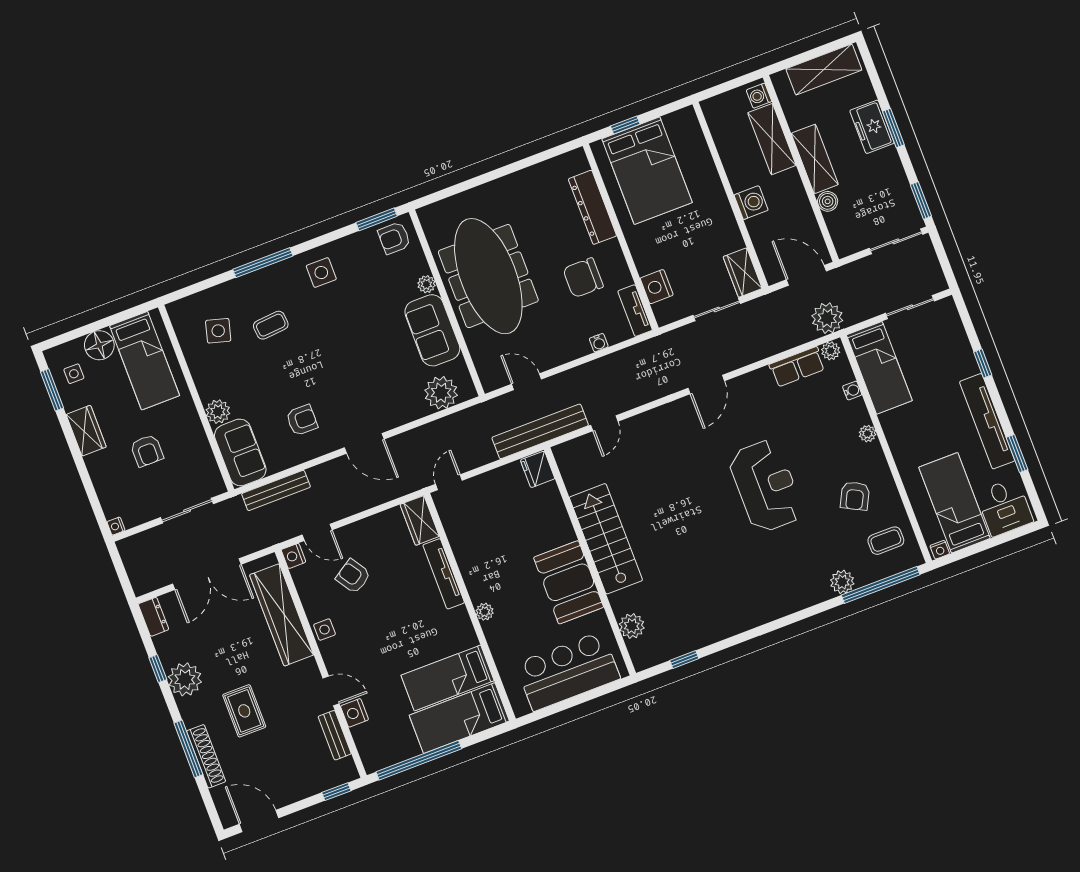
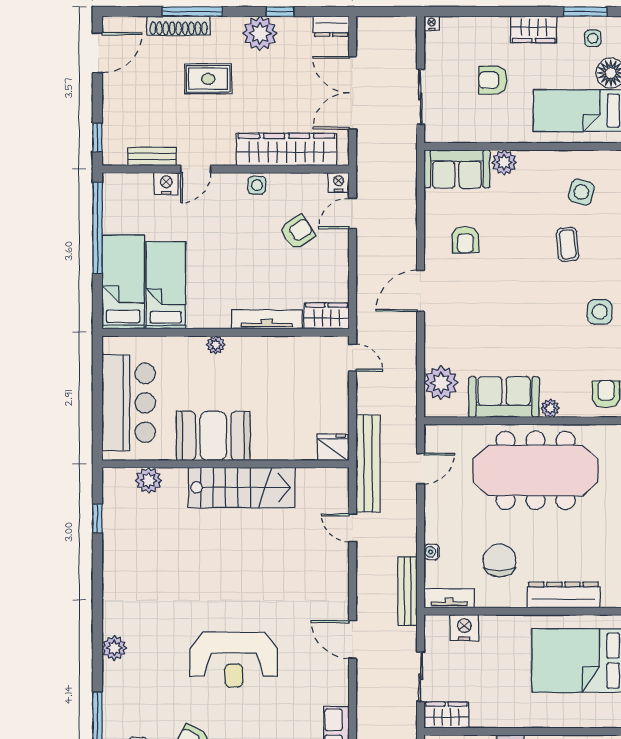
bench: (276, 490) -> (408, 591), moved
plant: (842, 582) -> (114, 648), moved

